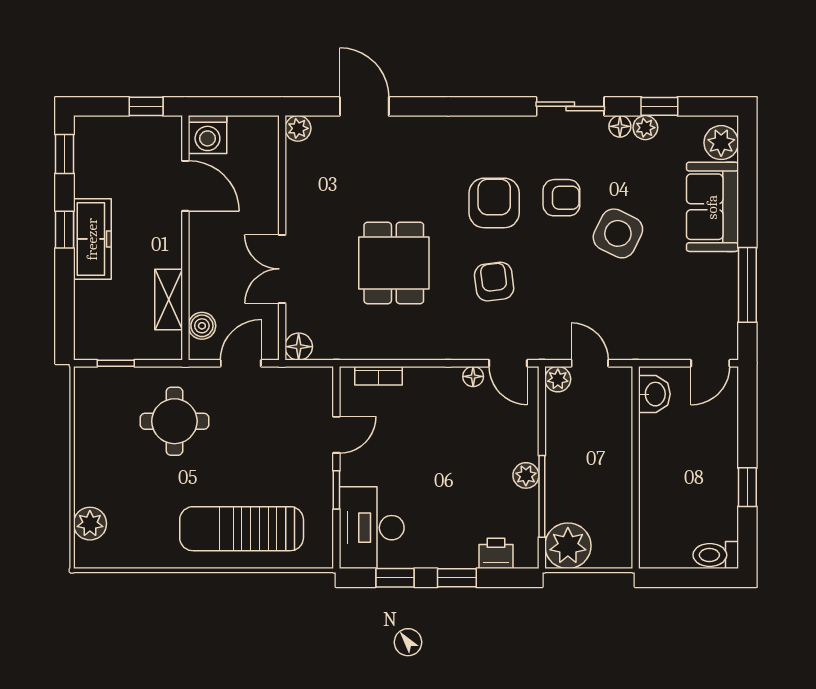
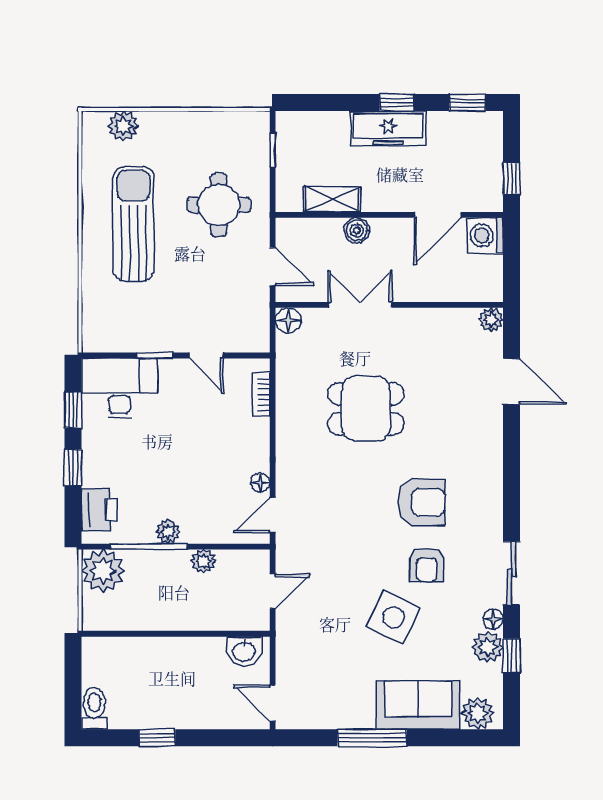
door: (364, 106) -> (512, 381), hinge flipped
plant: (645, 128) -> (488, 647), width x1.38, depth x1.38
armchair: (494, 282) -> (349, 502), removed
window: (747, 285) -> (372, 738), moved
boiler: (202, 326) -> (357, 230), moved
plant: (558, 379) -> (204, 561), moved
sun lounger: (242, 529) -> (134, 224), moved
printer: (496, 553) -> (99, 510), width x1.36, depth x1.24

